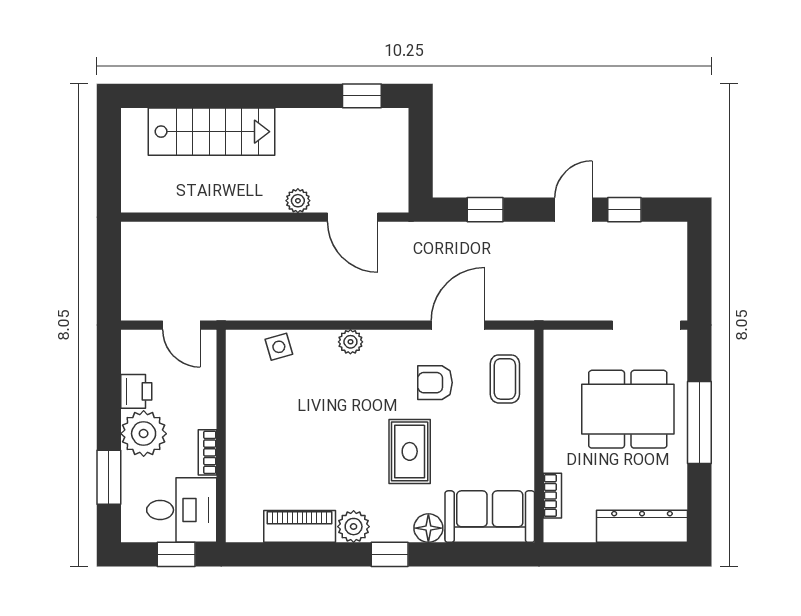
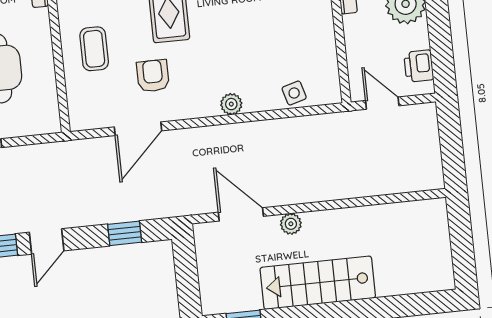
stairs: (212, 132) -> (318, 283), moved
coffee table: (505, 379) -> (94, 49), moved
armchair: (435, 383) -> (153, 76), turned -90
printer: (136, 391) -> (419, 66), moved

